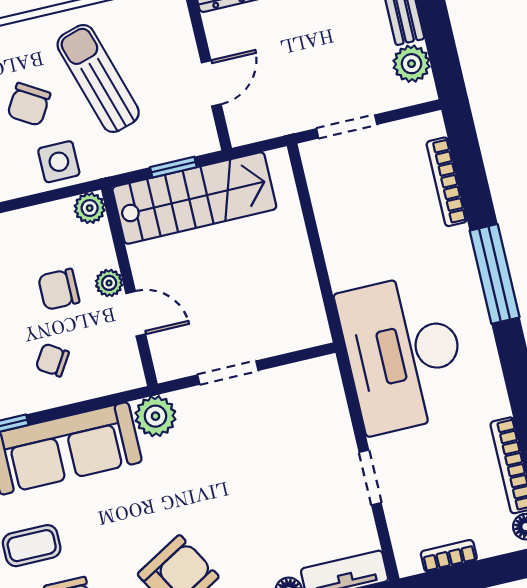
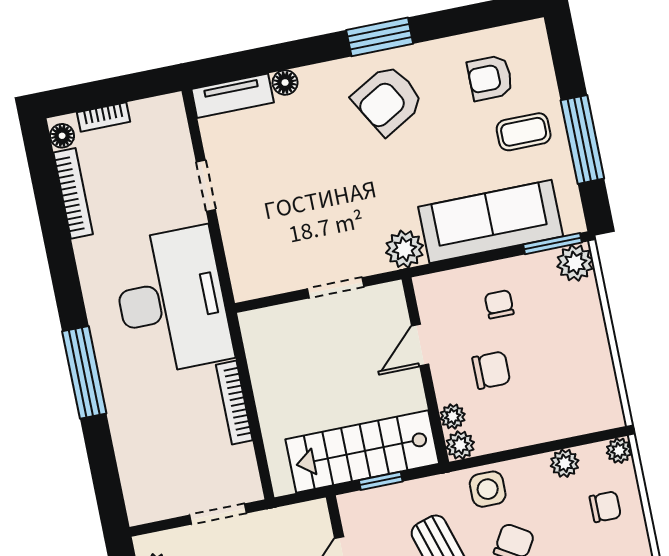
bookcase: (447, 182) -> (234, 402), moved, turned 180
plant: (109, 283) -> (453, 416), moved
door: (136, 314) -> (420, 345), hinge flipped
chair: (52, 360) -> (499, 304), turned -122
bookcase: (449, 556) -> (104, 117), moved

